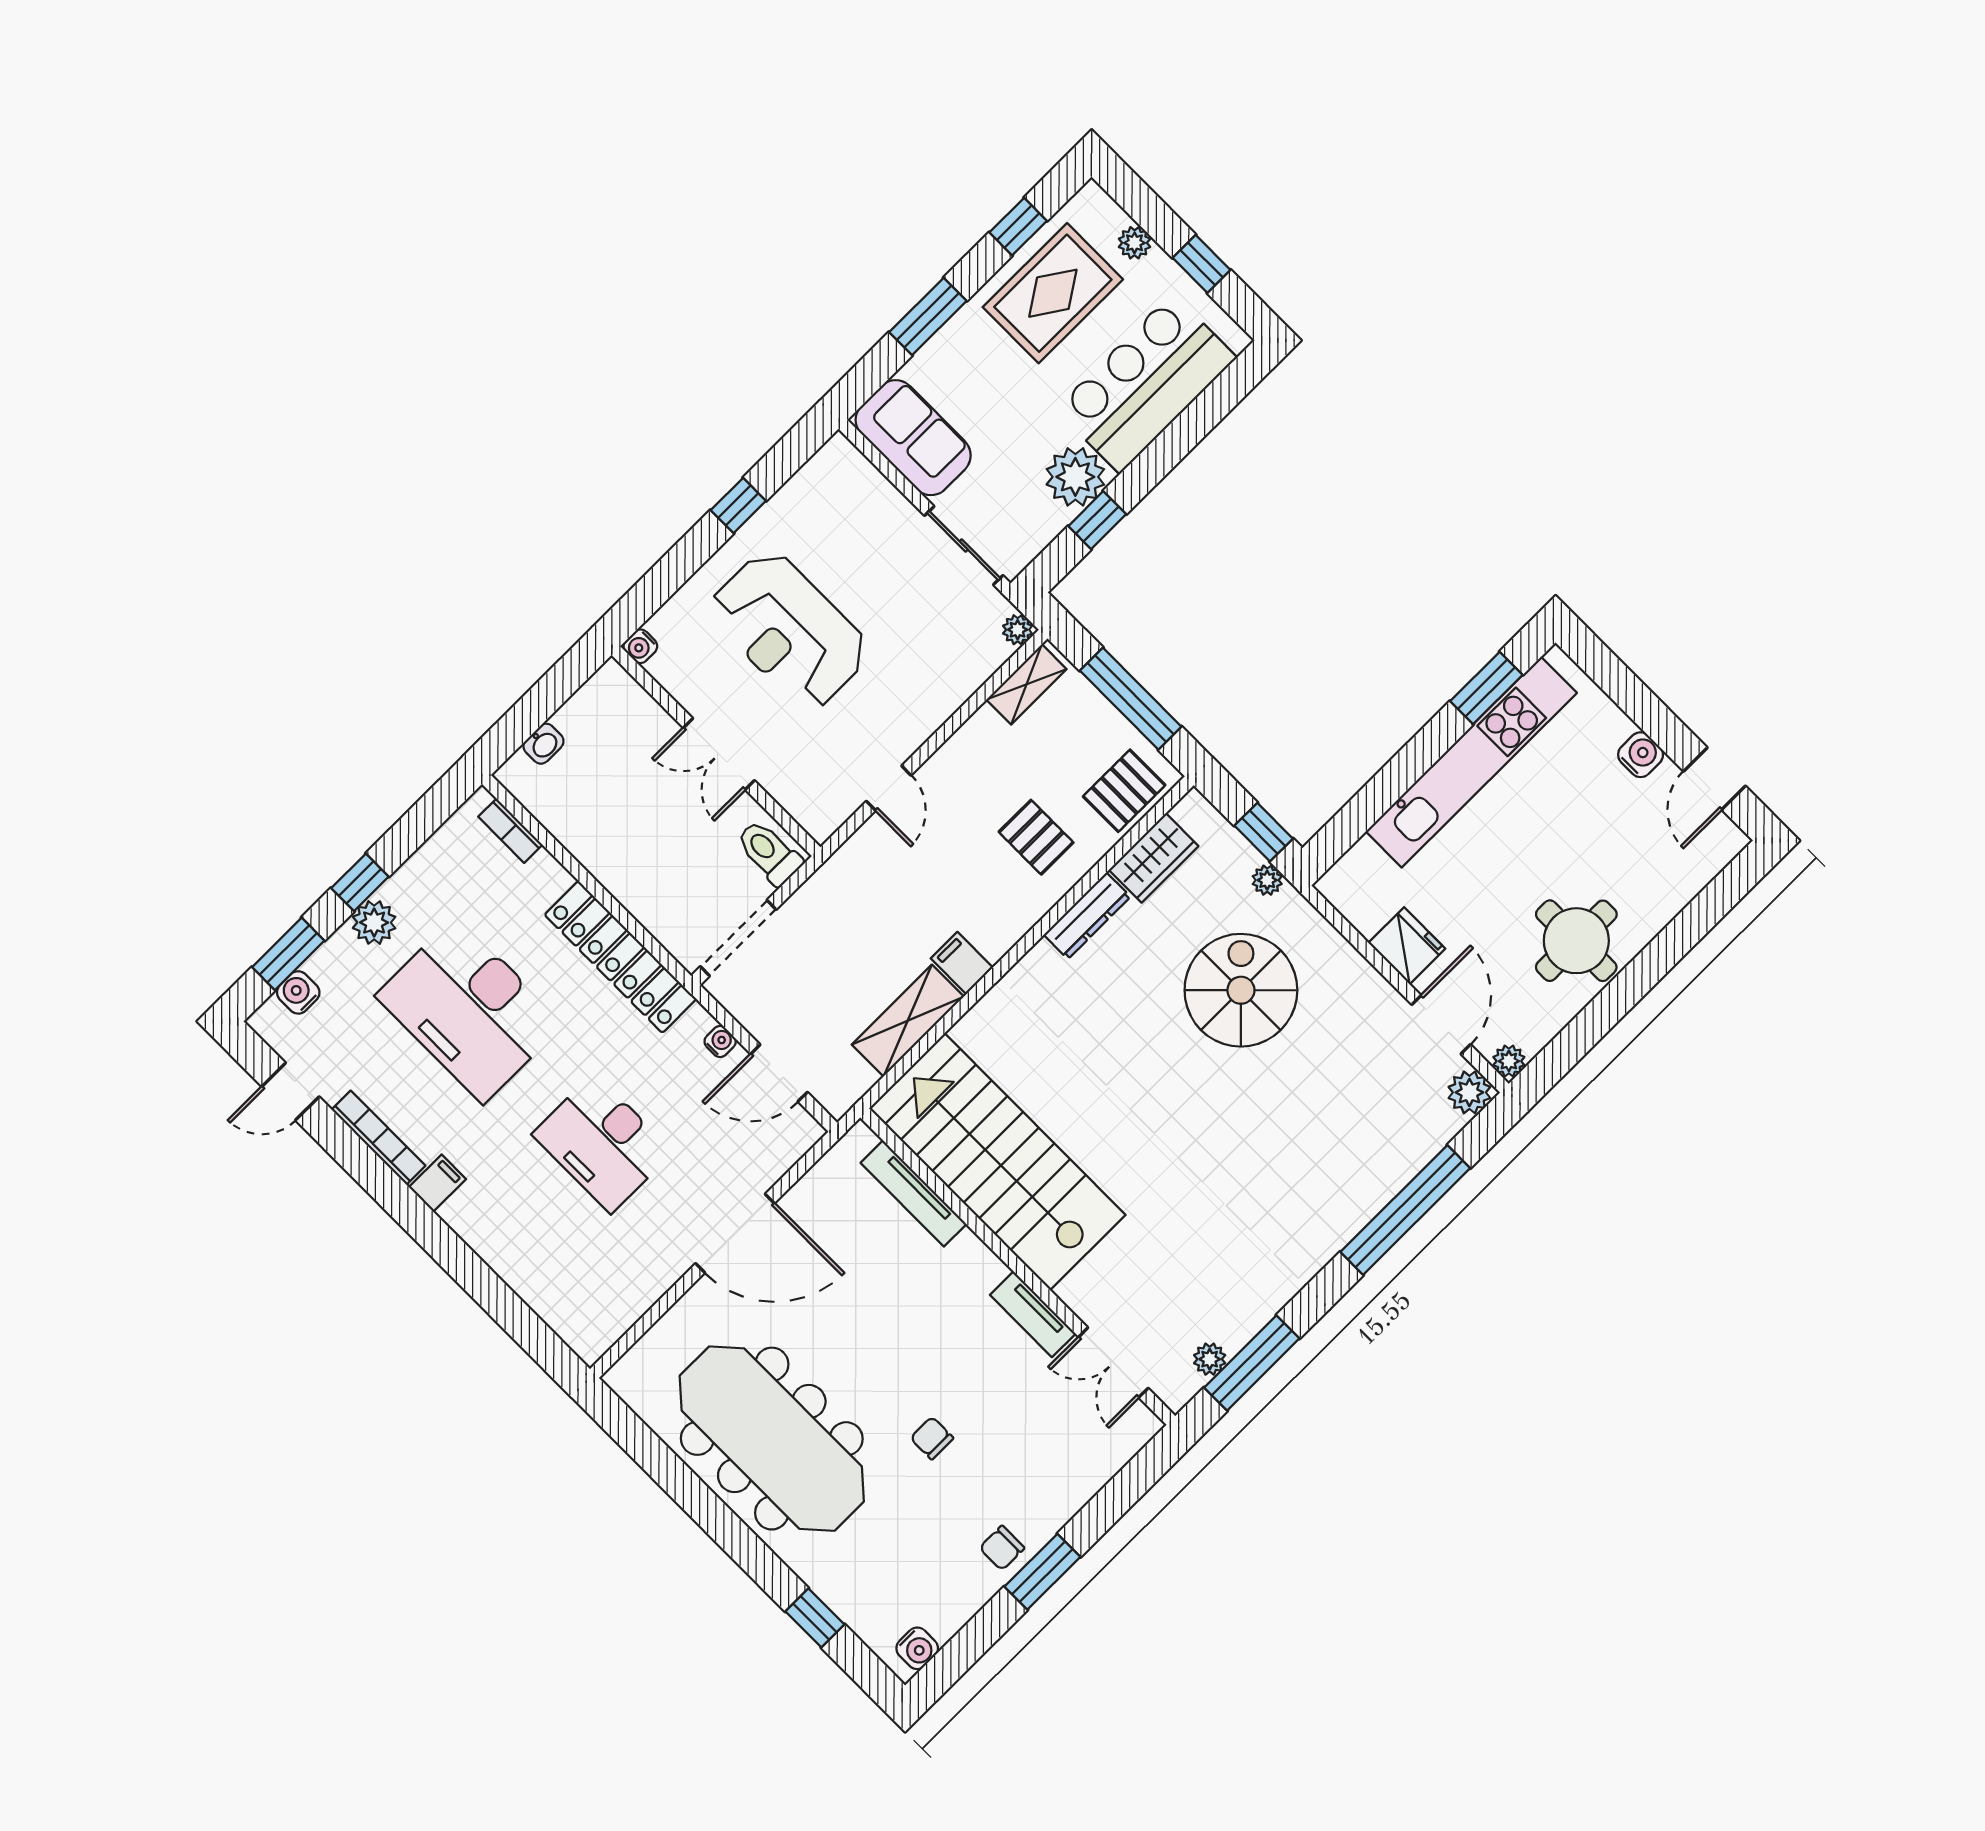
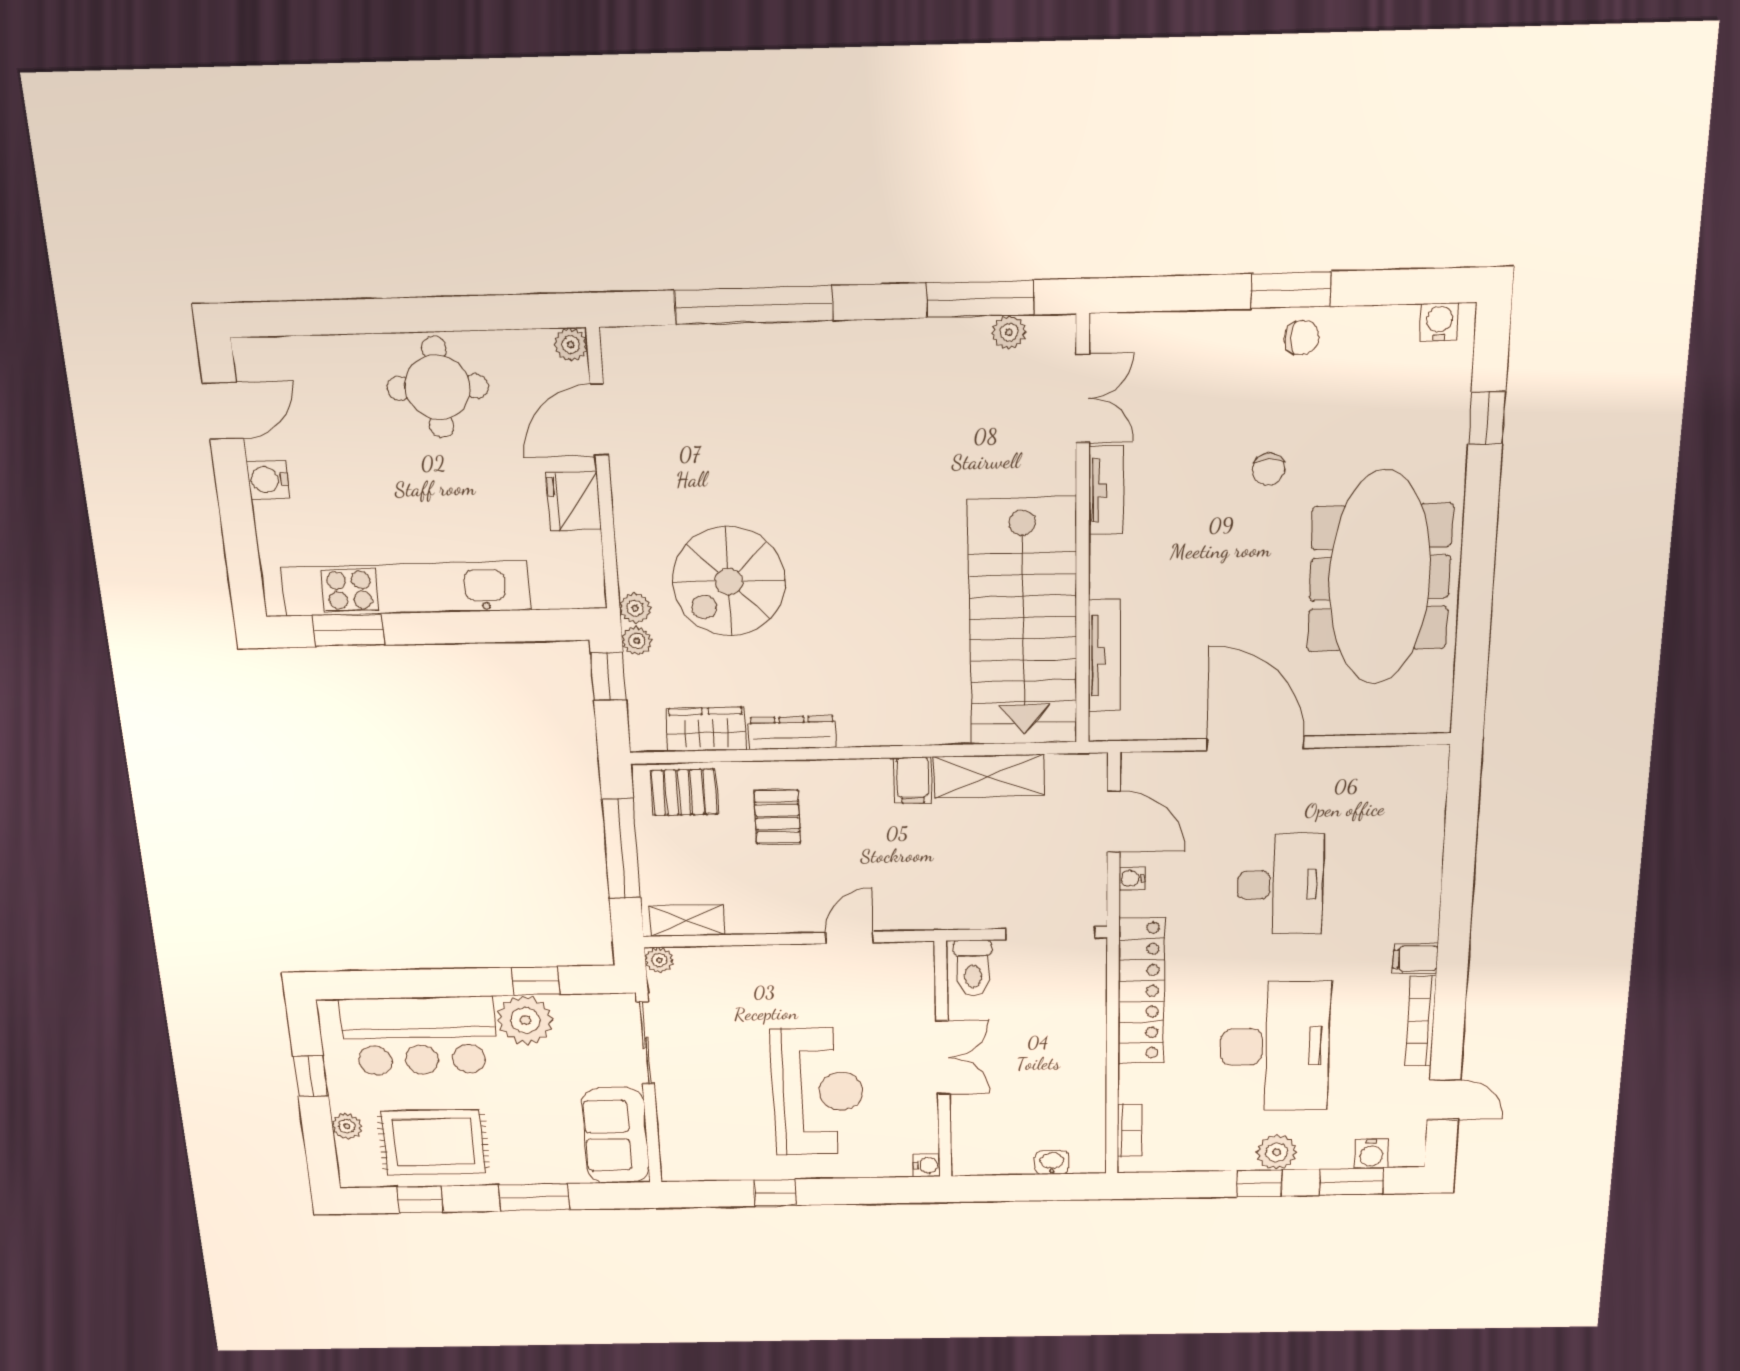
plant: (1469, 1092) -> (635, 608), moved, width x0.73, depth x0.73

